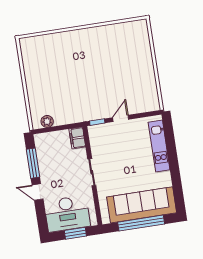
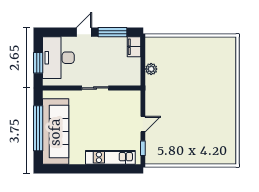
door: (121, 118) -> (143, 124), hinge flipped
plant: (47, 121) -> (151, 69), moved
window: (97, 122) -> (143, 148), moved
filing cabinet: (77, 138) -> (134, 47), moved, turned -90

